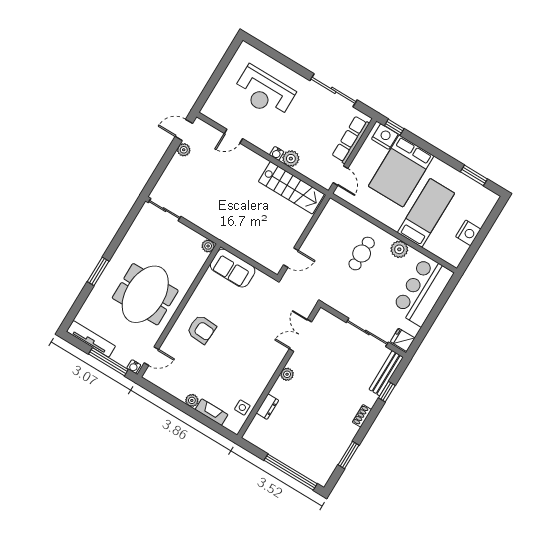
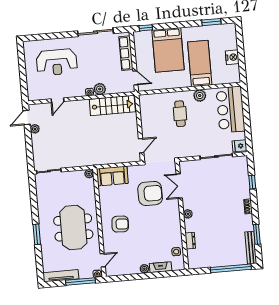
nightstand: (385, 137) -> (144, 37), removed
armchair: (261, 319) -> (150, 193), added
bench: (386, 373) -> (251, 248), moved

